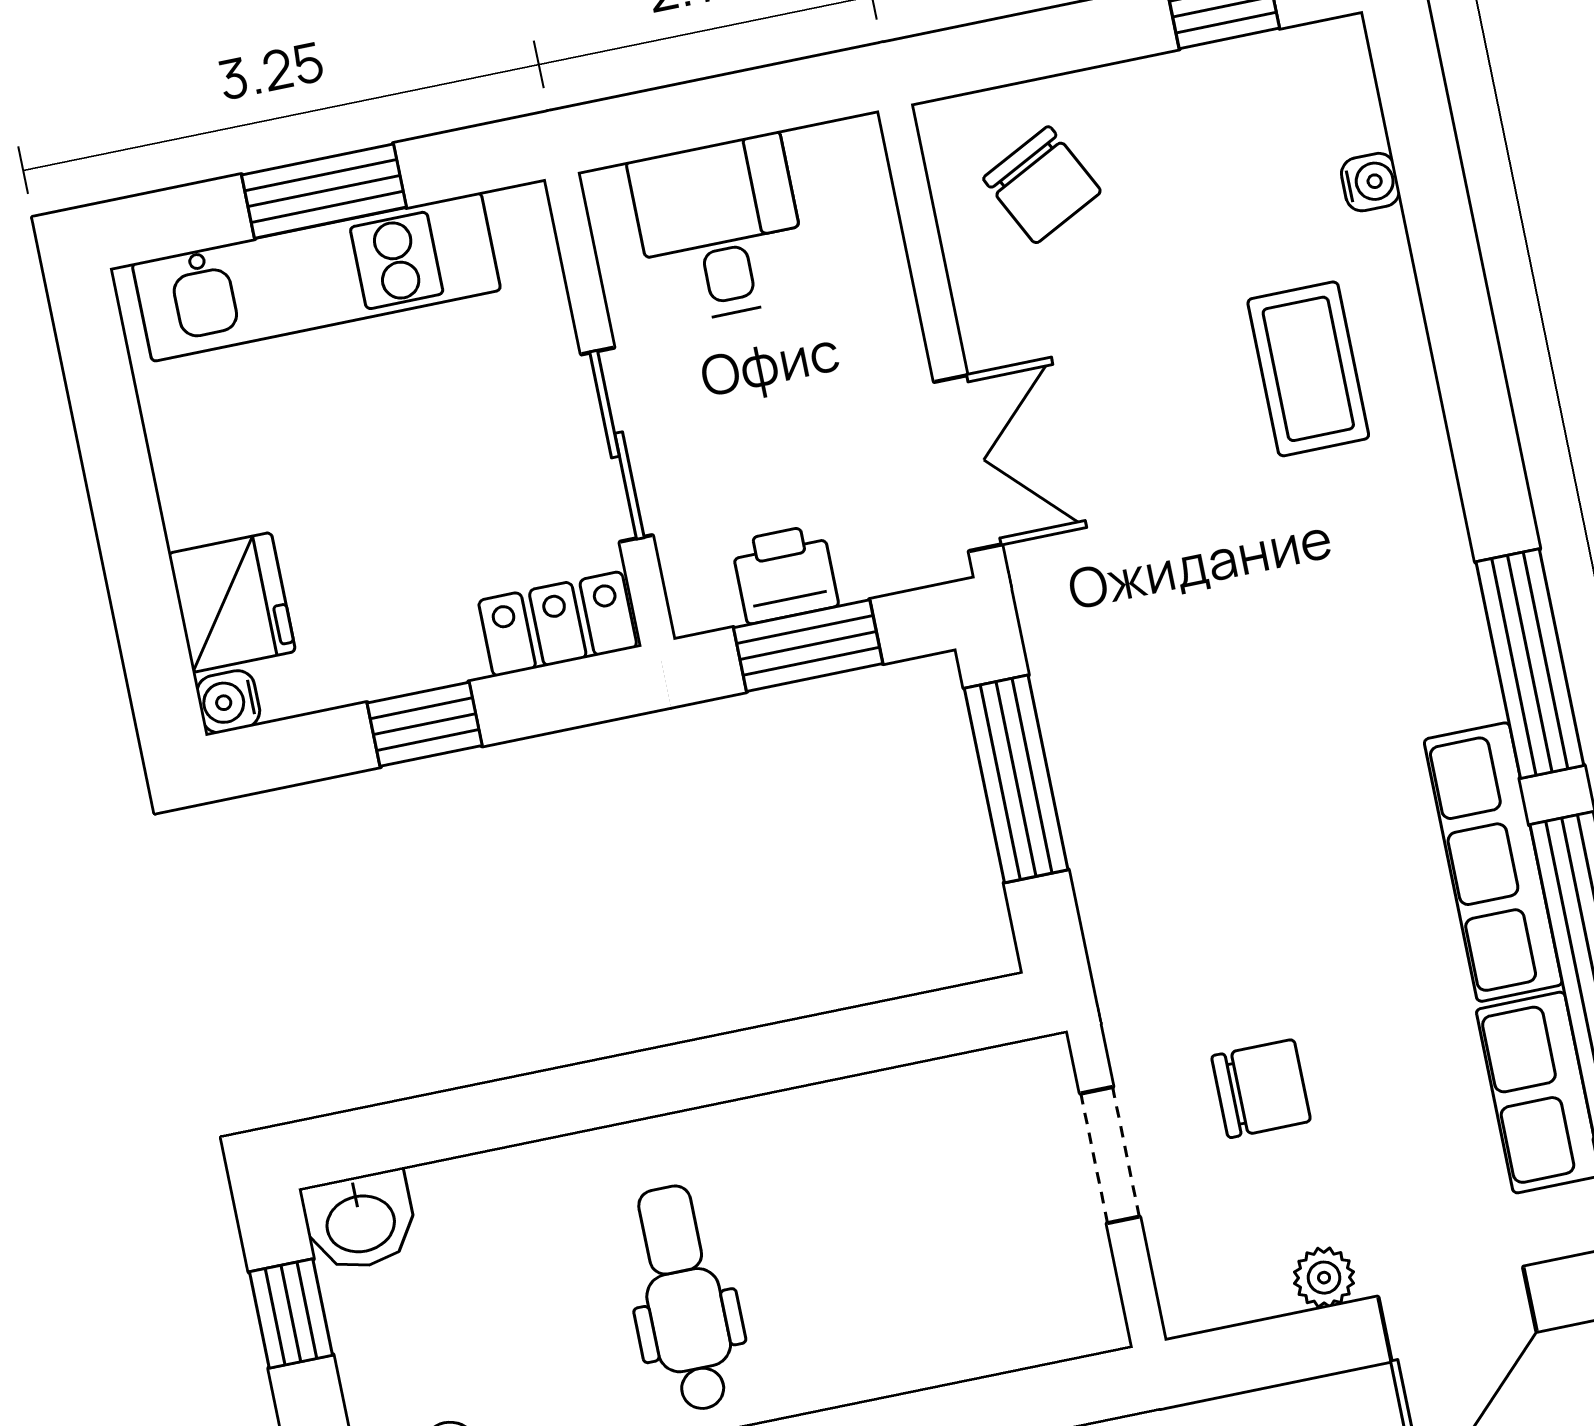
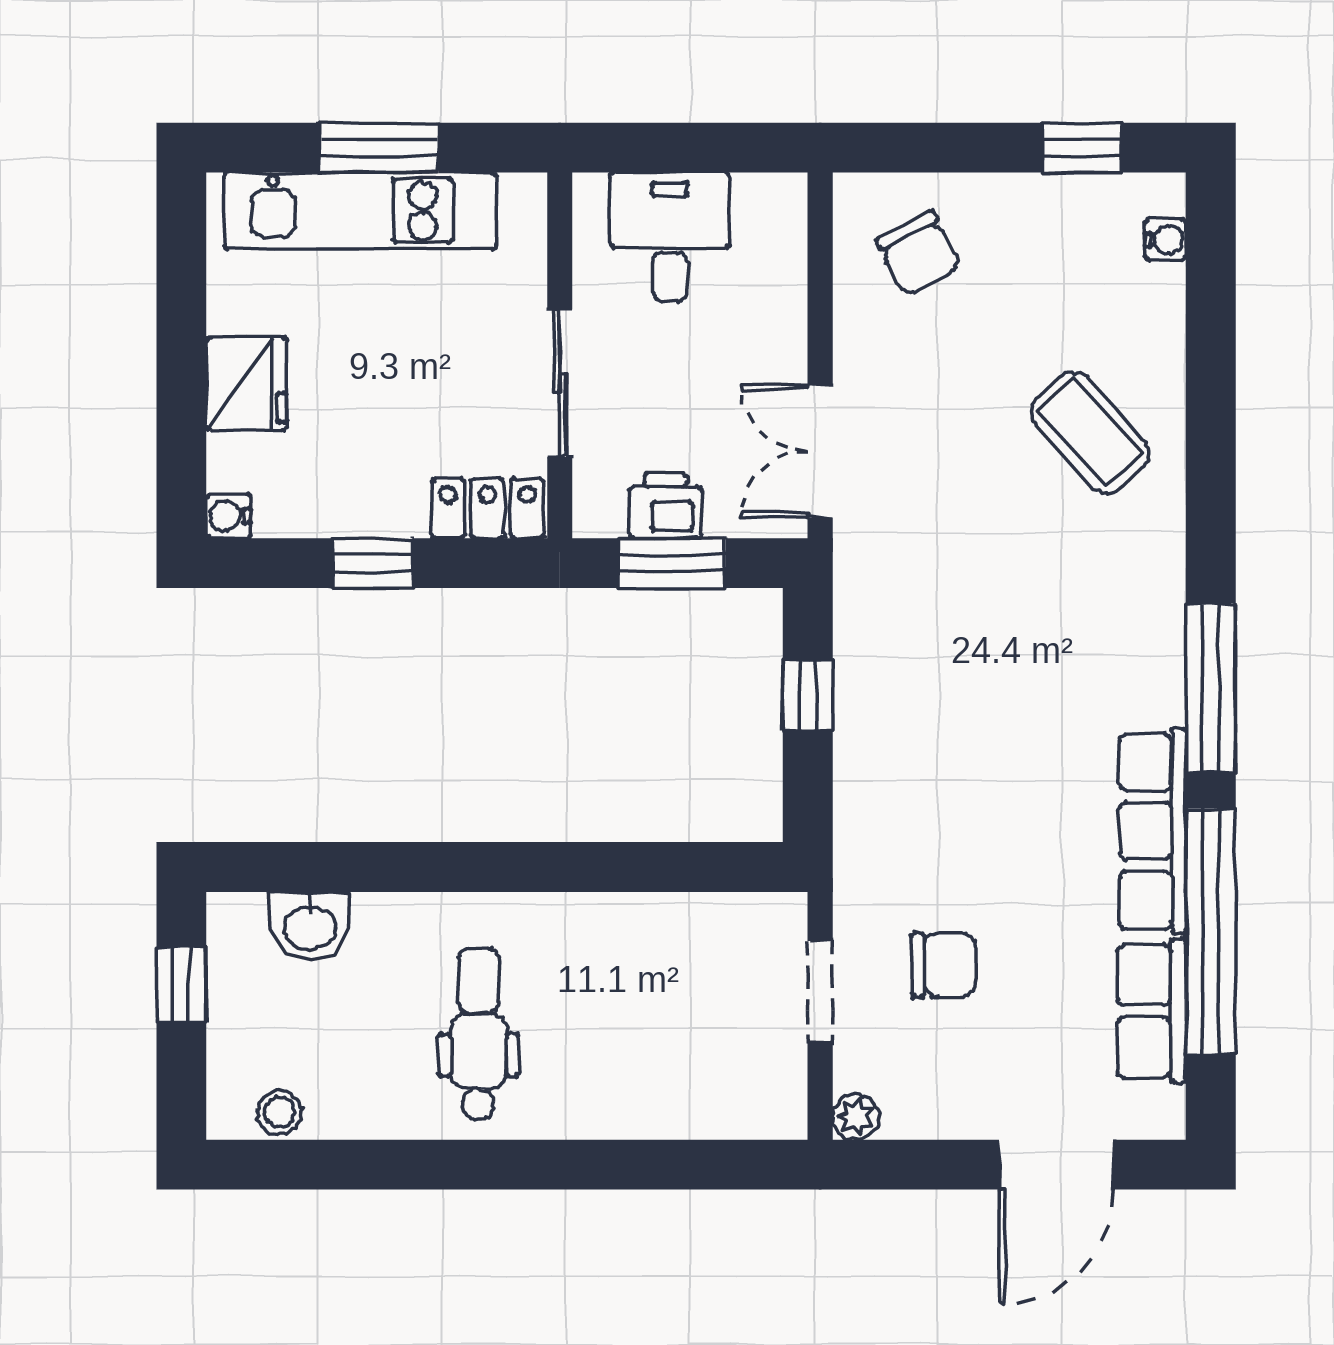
water cooler: (1370, 182) -> (1165, 240), moved
coffee table: (1308, 369) -> (1090, 433), turned -42
double door: (968, 463) -> (820, 451), swing flipped
fridge: (232, 602) -> (246, 384), moved
window: (1016, 779) -> (808, 695), width x0.46
washbasin: (360, 1221) -> (310, 926), moved
plant: (1324, 1278) -> (856, 1117), moved

